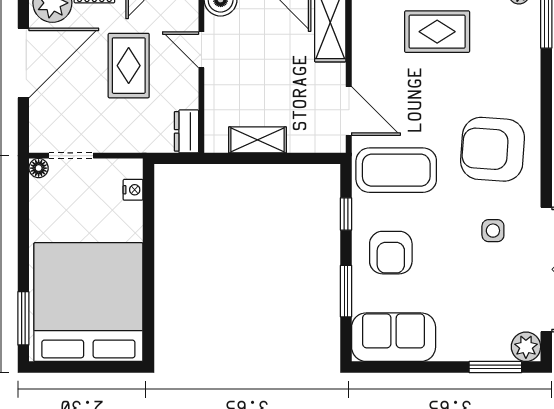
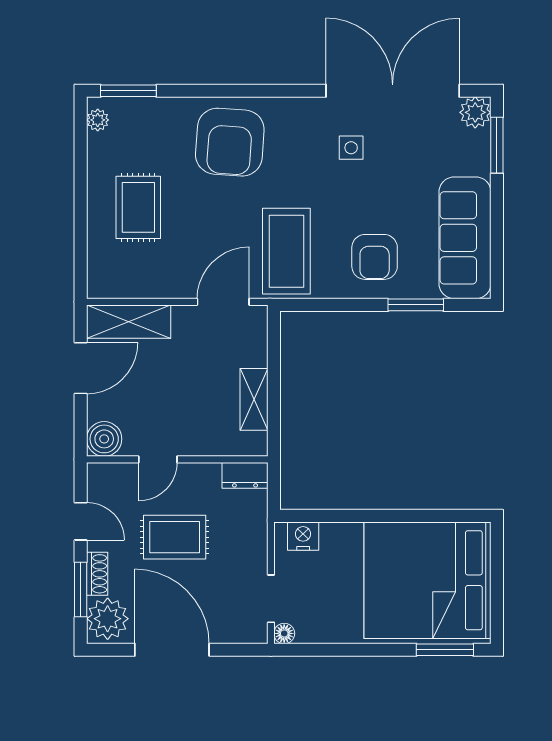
armchair: (493, 149) -> (230, 142), moved
nightstand: (133, 190) -> (303, 536), width x1.39, depth x1.35
window: (346, 214) -> (333, 305), removed
armchair: (391, 253) -> (375, 257), turned 90
sofa: (394, 337) -> (465, 238), width x1.36

